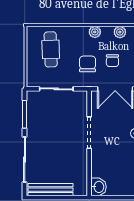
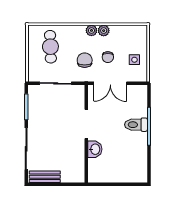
plant: (120, 32) -> (104, 31), moved
washbasin: (98, 187) -> (95, 149), moved
bench: (51, 190) -> (45, 177), width x0.73

